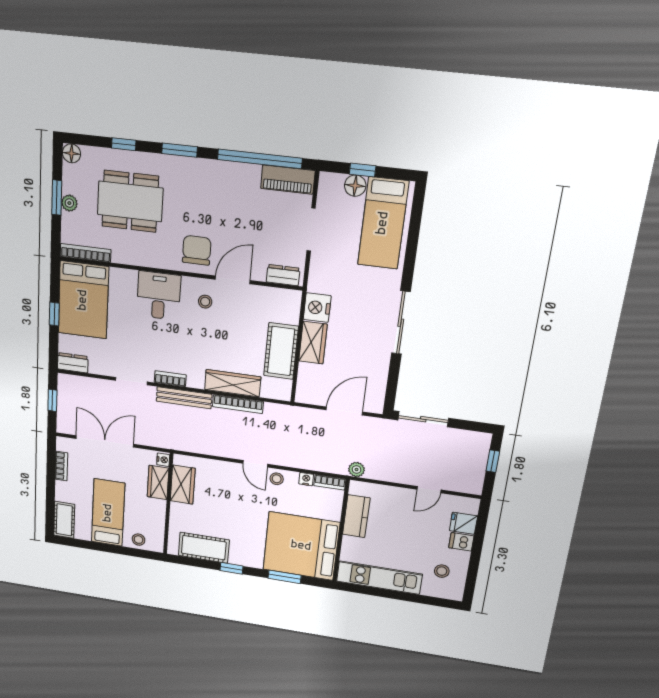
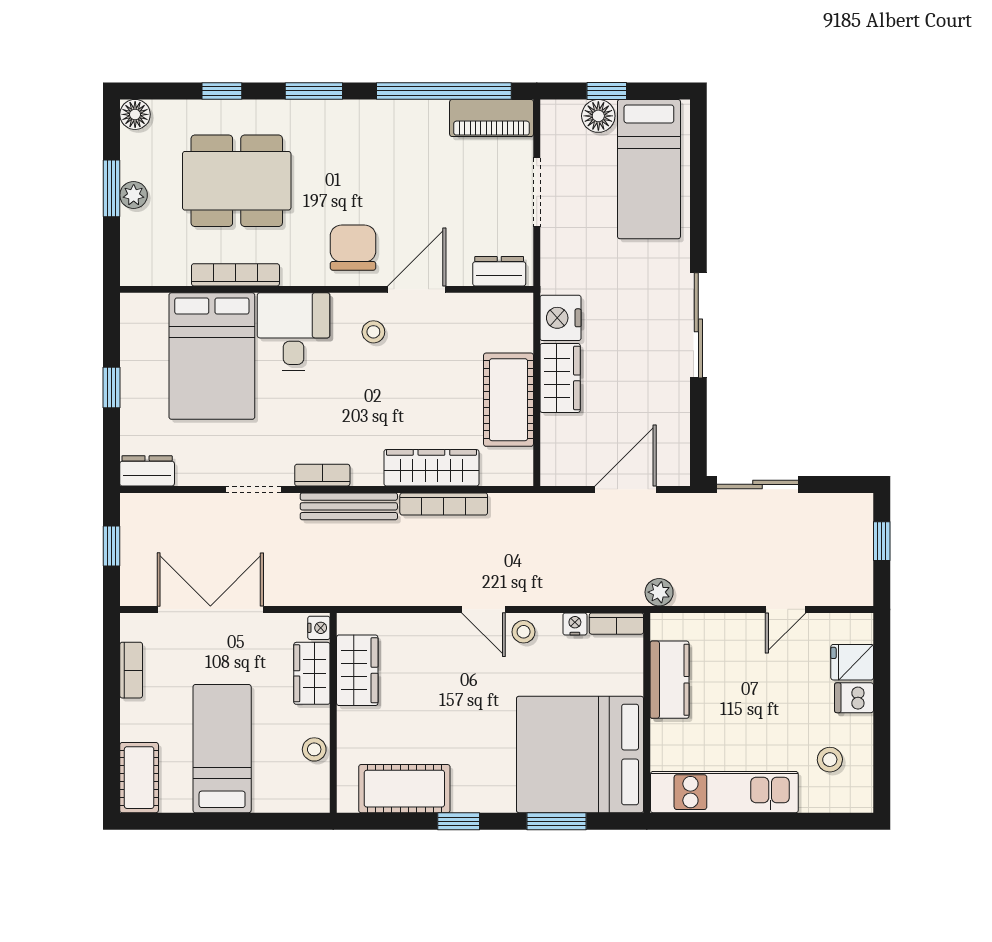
bookcase: (85, 253) -> (235, 275), moved
bed: (83, 300) -> (212, 356), moved
stool: (139, 540) -> (314, 749), moved

